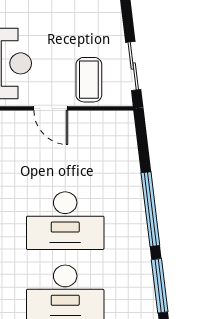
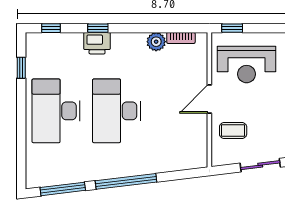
sliding door: (133, 66) -> (260, 165), moved
coffee table: (89, 80) -> (233, 130), width x0.73, depth x0.77

